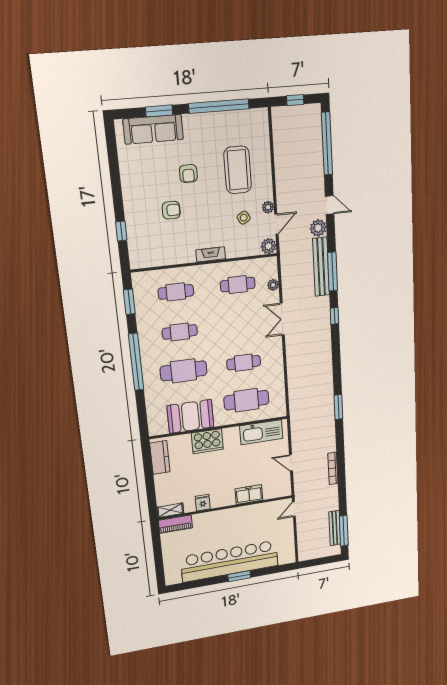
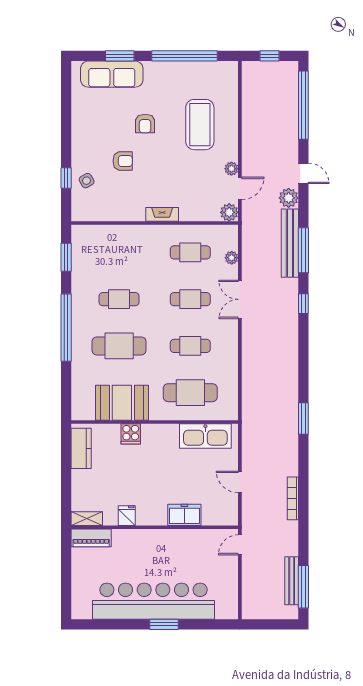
side table: (244, 218) -> (87, 181), moved
cafe table: (176, 292) -> (190, 299), moved
cooker: (207, 441) -> (131, 434), width x0.53, depth x0.76

